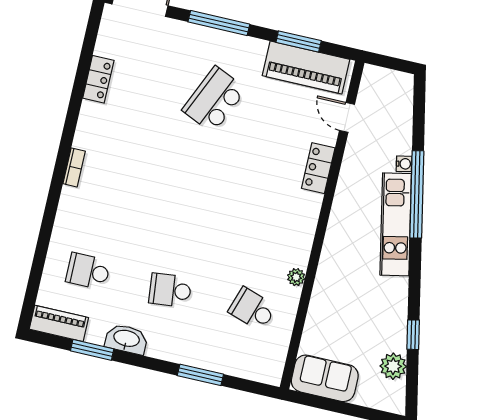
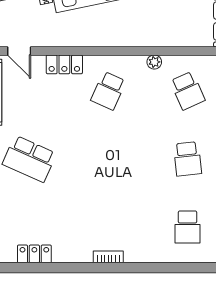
door: (347, 117) -> (19, 51), hinge flipped
school desk: (274, 214) -> (108, 91), added
school desk: (252, 309) -> (188, 91), turned -42

